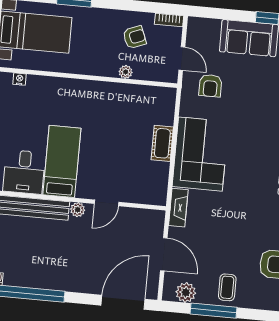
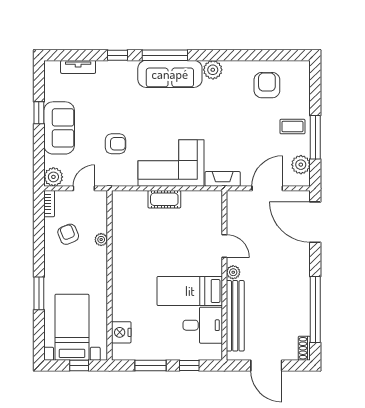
plant: (197, 27) -> (53, 177), added
nightstand: (20, 79) -> (121, 332), width x1.89, depth x1.79
armchair: (210, 86) -> (115, 144), moved

